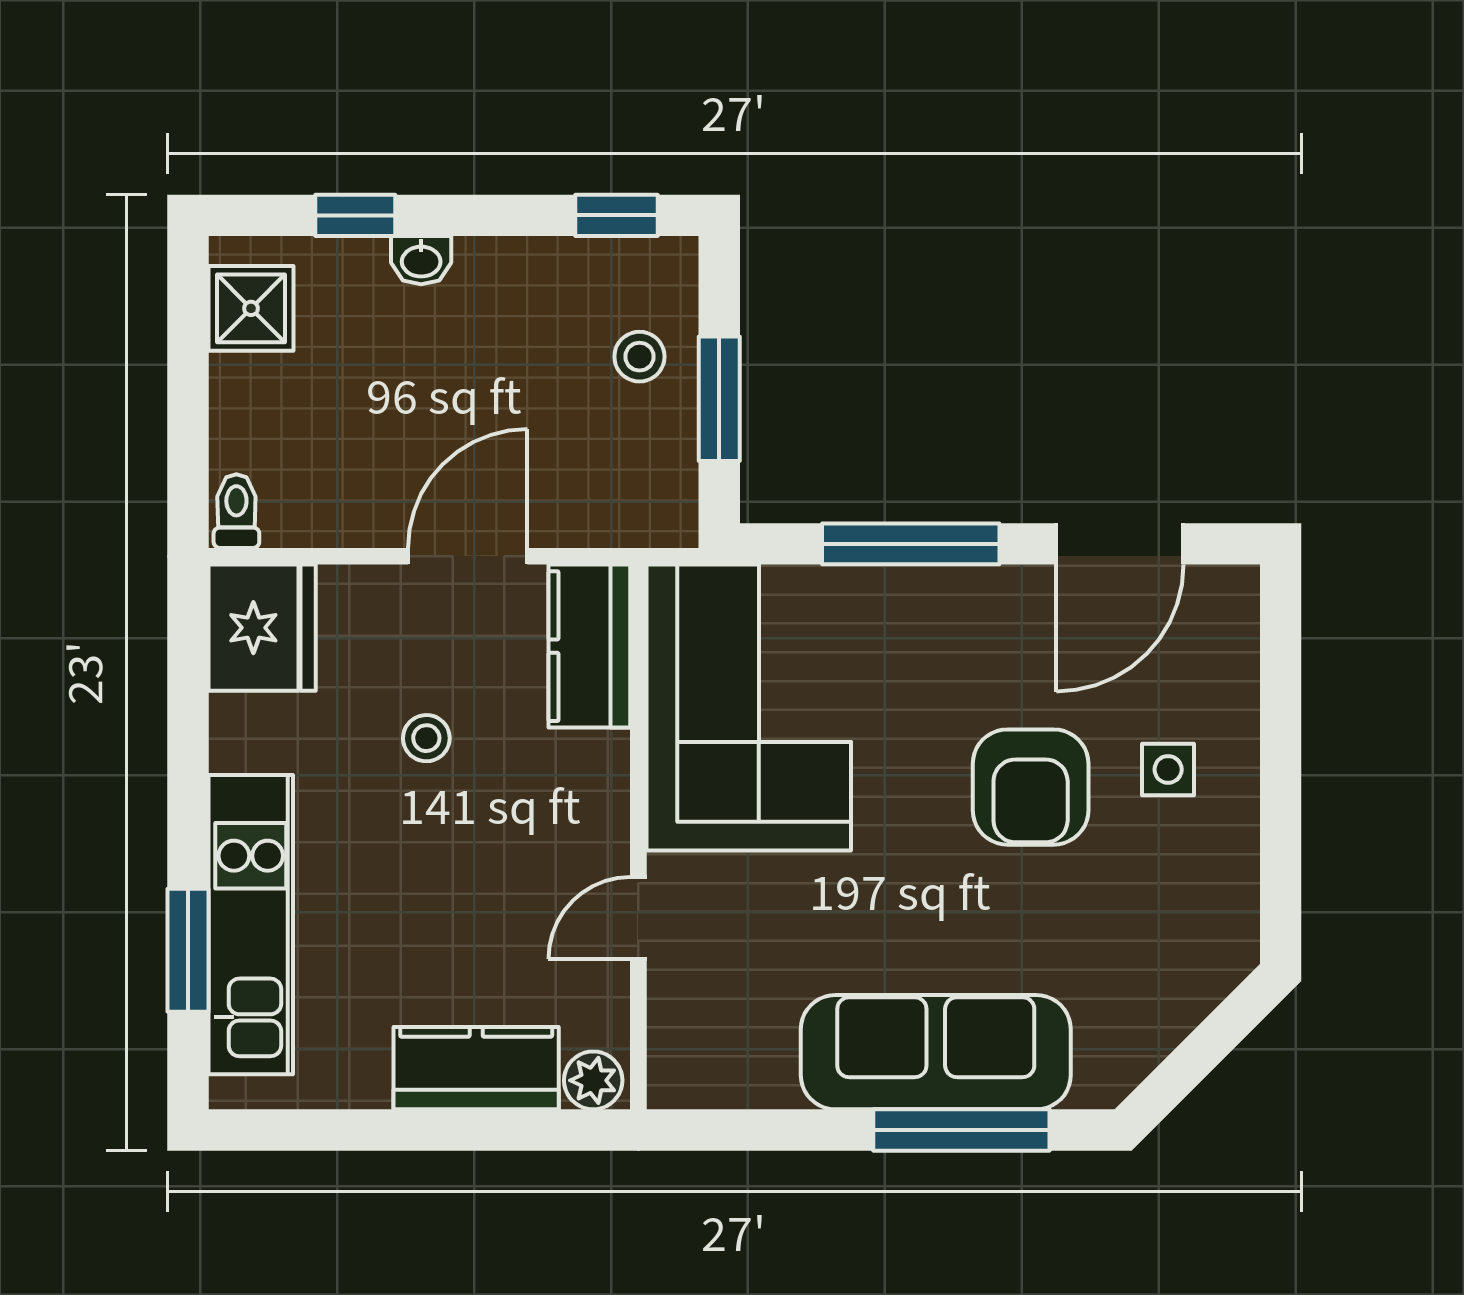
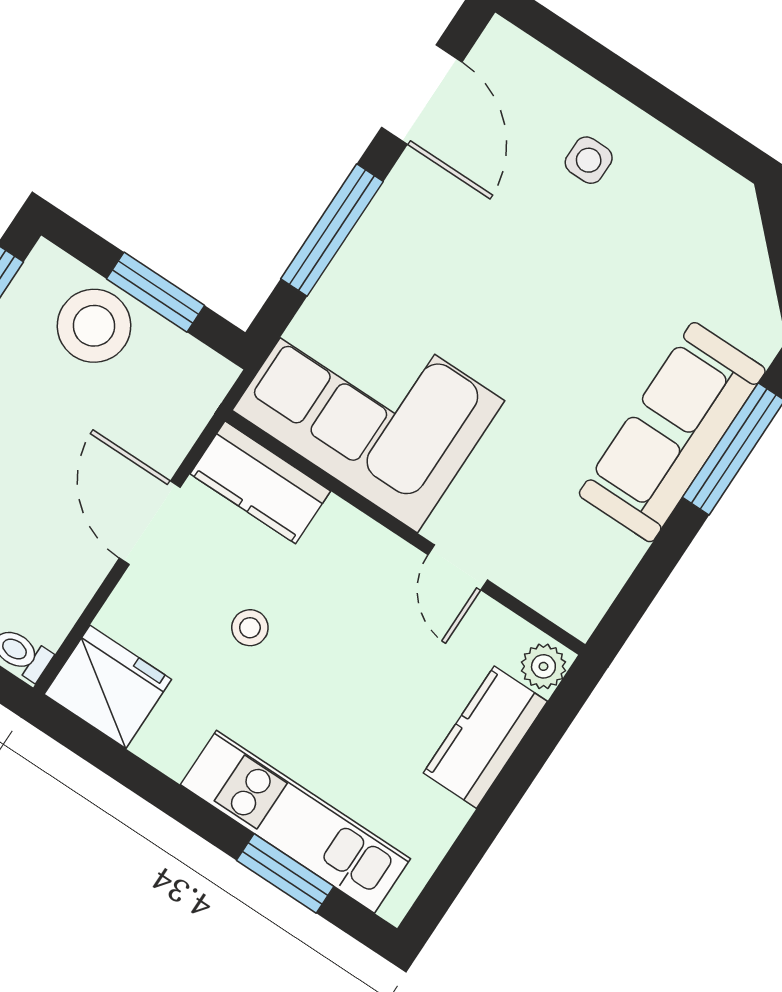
stool: (639, 357) -> (94, 326), width x1.89, depth x1.89
armchair: (1031, 787) -> (541, 257), removed

